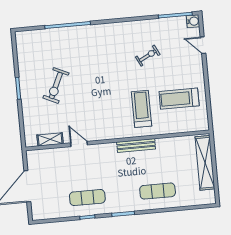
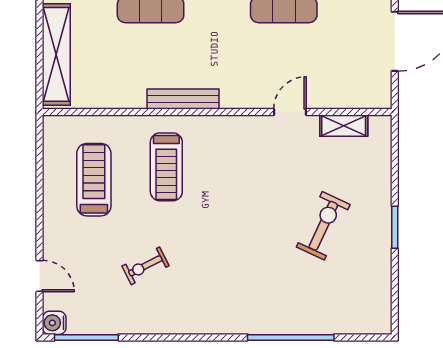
treadmill: (179, 99) -> (94, 180), turned -90
door: (79, 144) -> (290, 112), swing flipped

